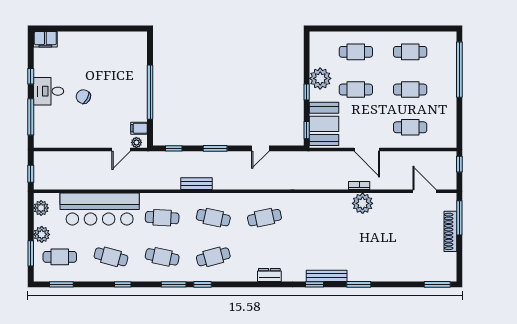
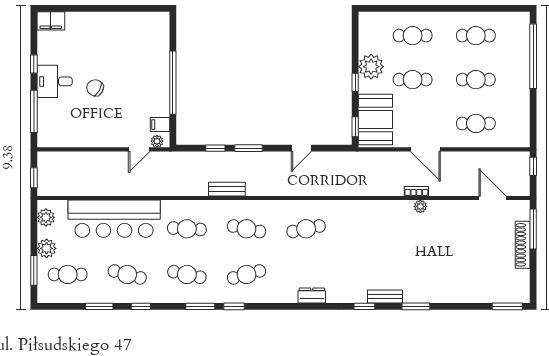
window: (174, 148) -> (215, 148), moved
plant: (363, 203) -> (420, 206), width x0.53, depth x0.53
bench: (327, 276) -> (385, 297), width x0.73
window: (61, 284) -> (99, 306), moved

